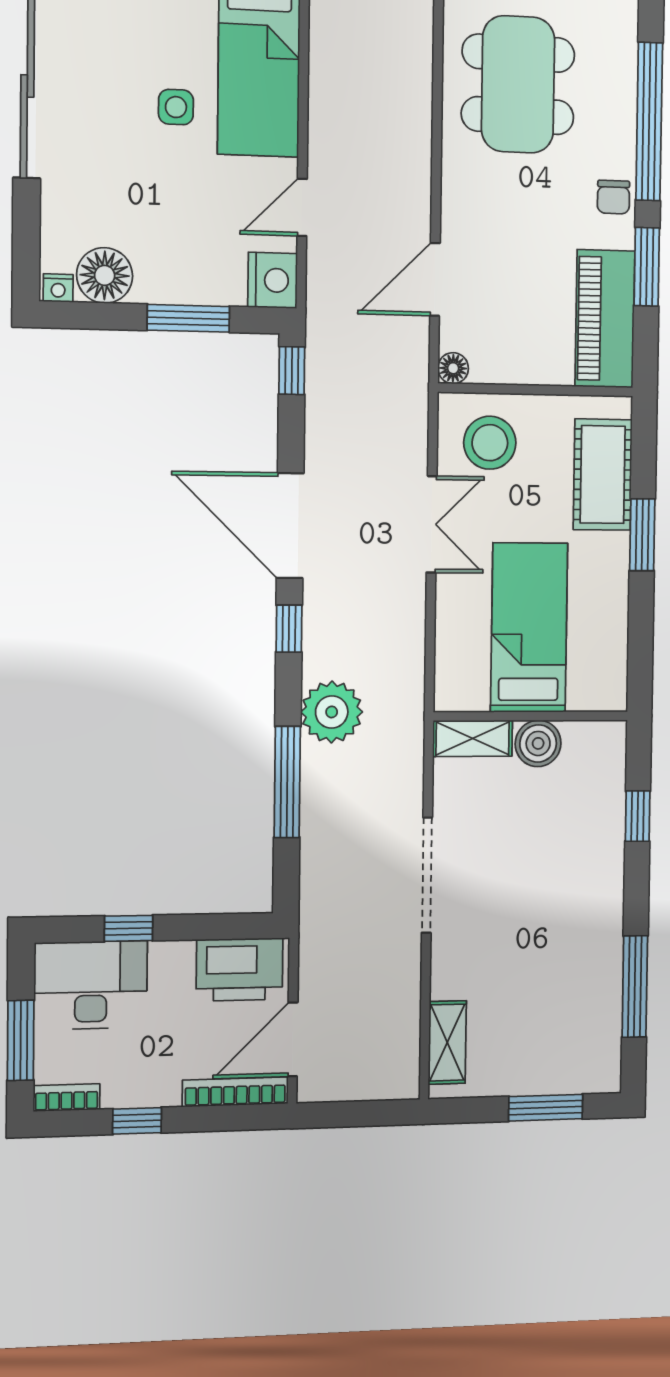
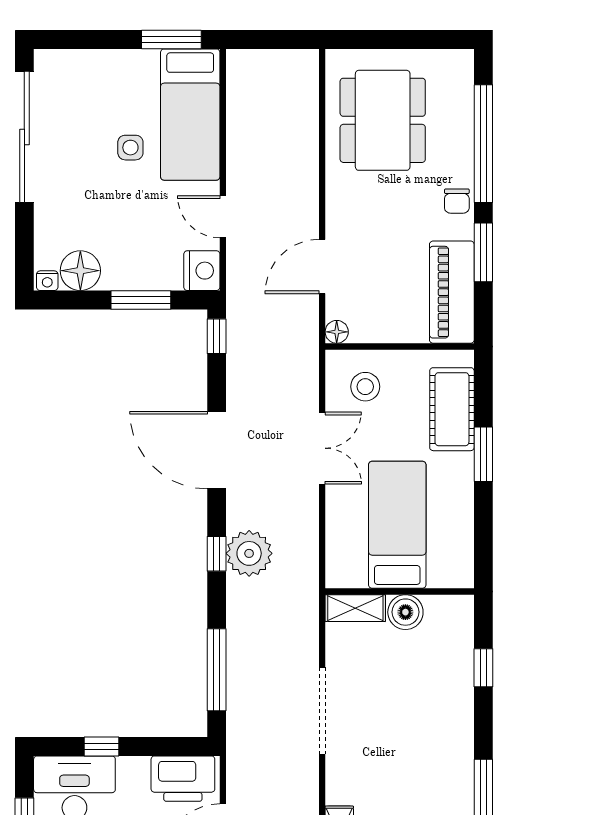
door: (302, 207) -> (223, 217), hinge flipped
stool: (490, 443) -> (365, 387), width x0.73, depth x0.73
window: (289, 629) -> (217, 554), moved
plant: (332, 712) -> (249, 553), moved
window: (287, 782) -> (217, 670), moved

